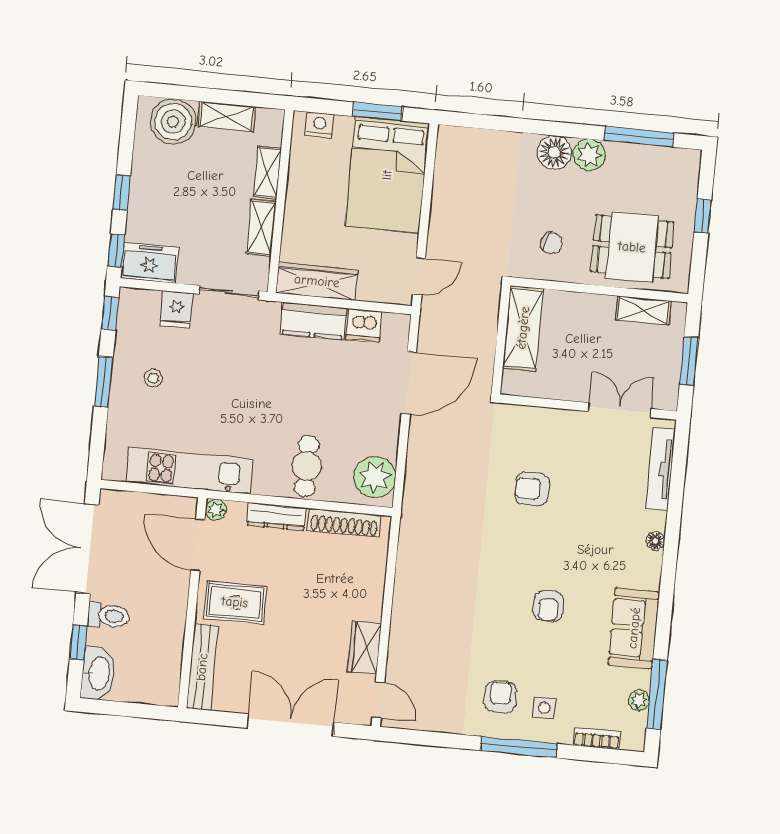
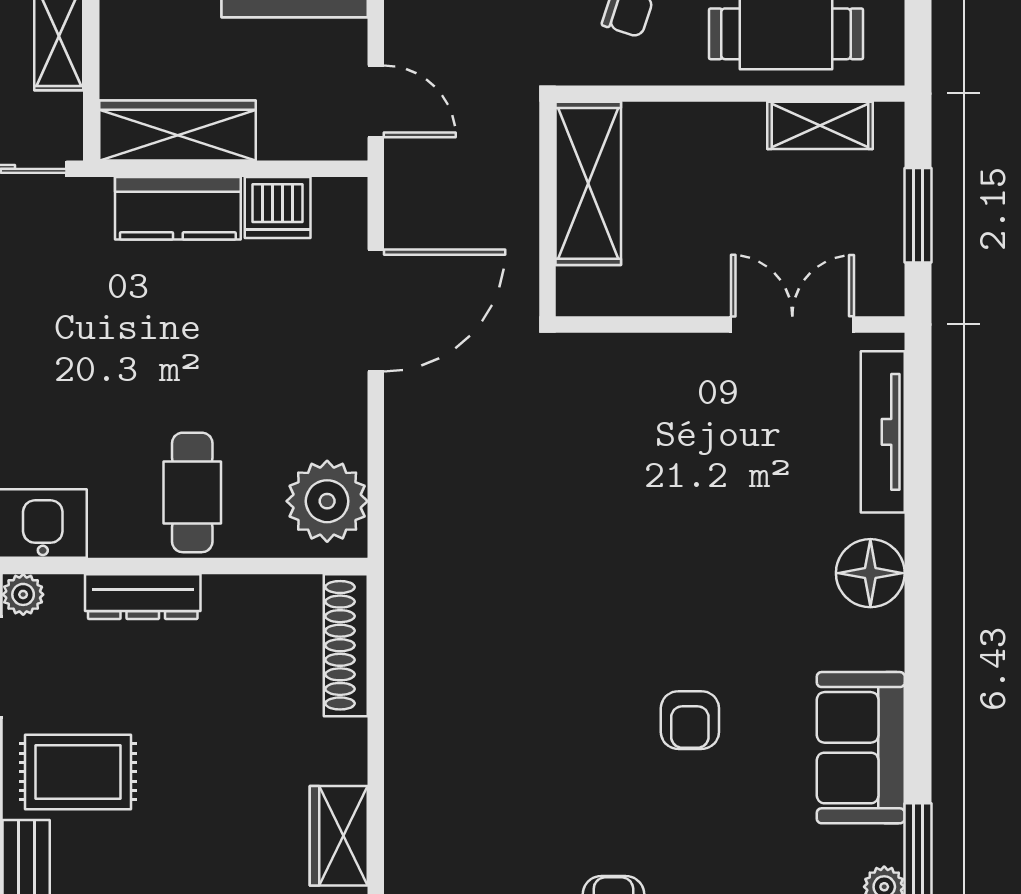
door: (419, 276) -> (376, 101), hinge flipped
armchair: (532, 489) -> (636, 495), removed
shoe rack: (344, 523) -> (346, 645), moved, turned 90
floor lamp: (655, 541) -> (870, 573), width x1.89, depth x1.89

